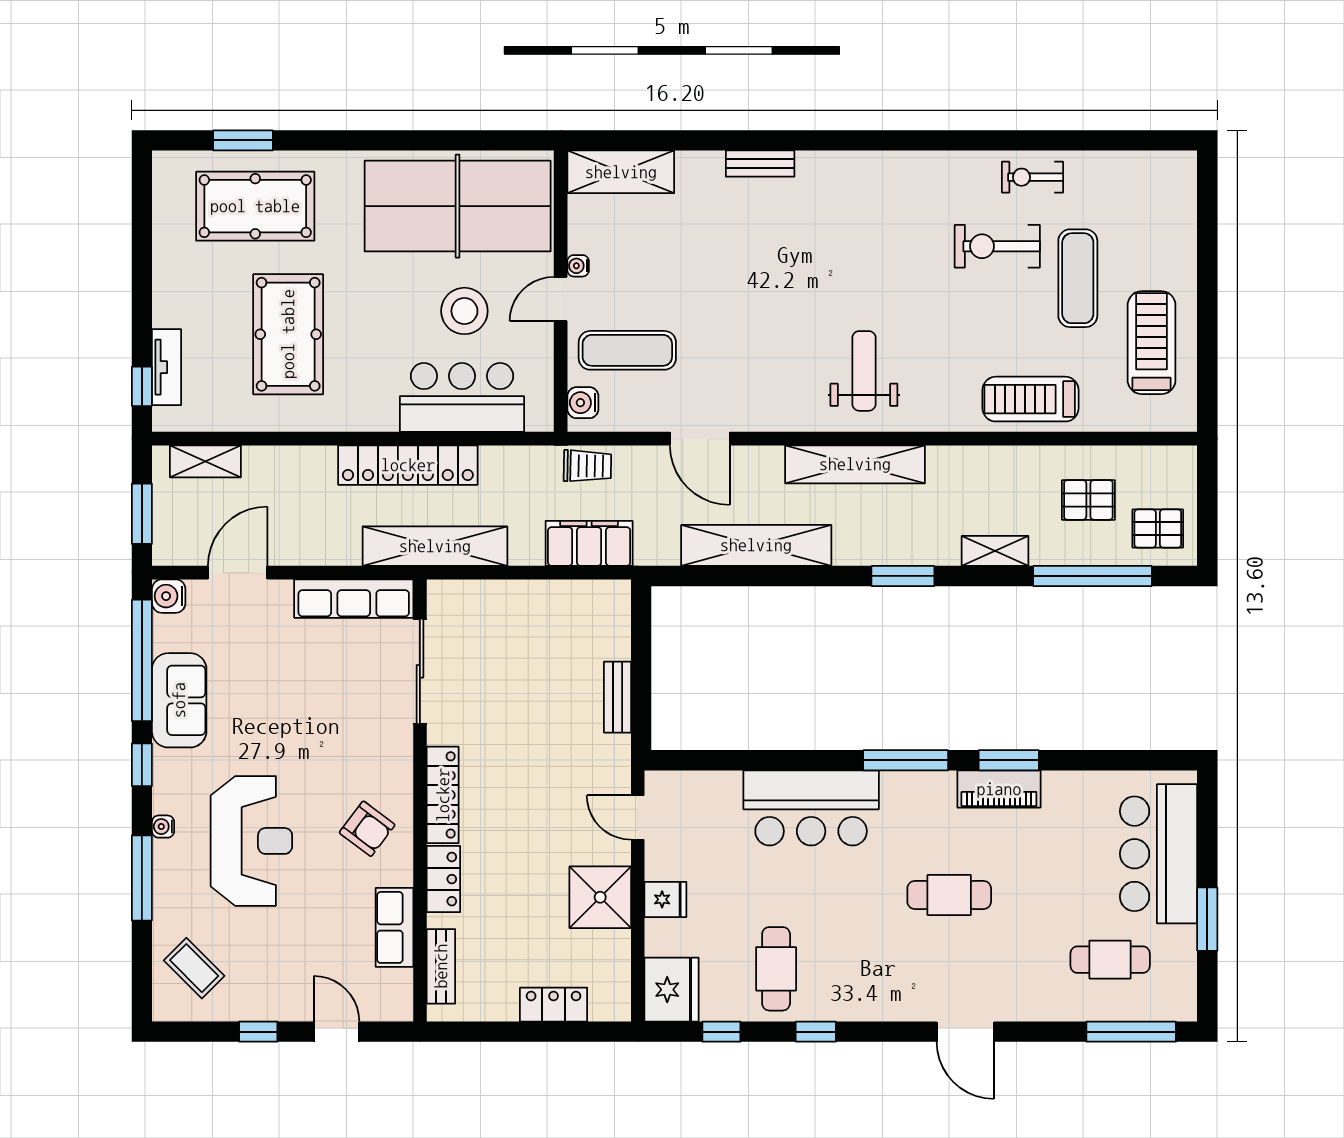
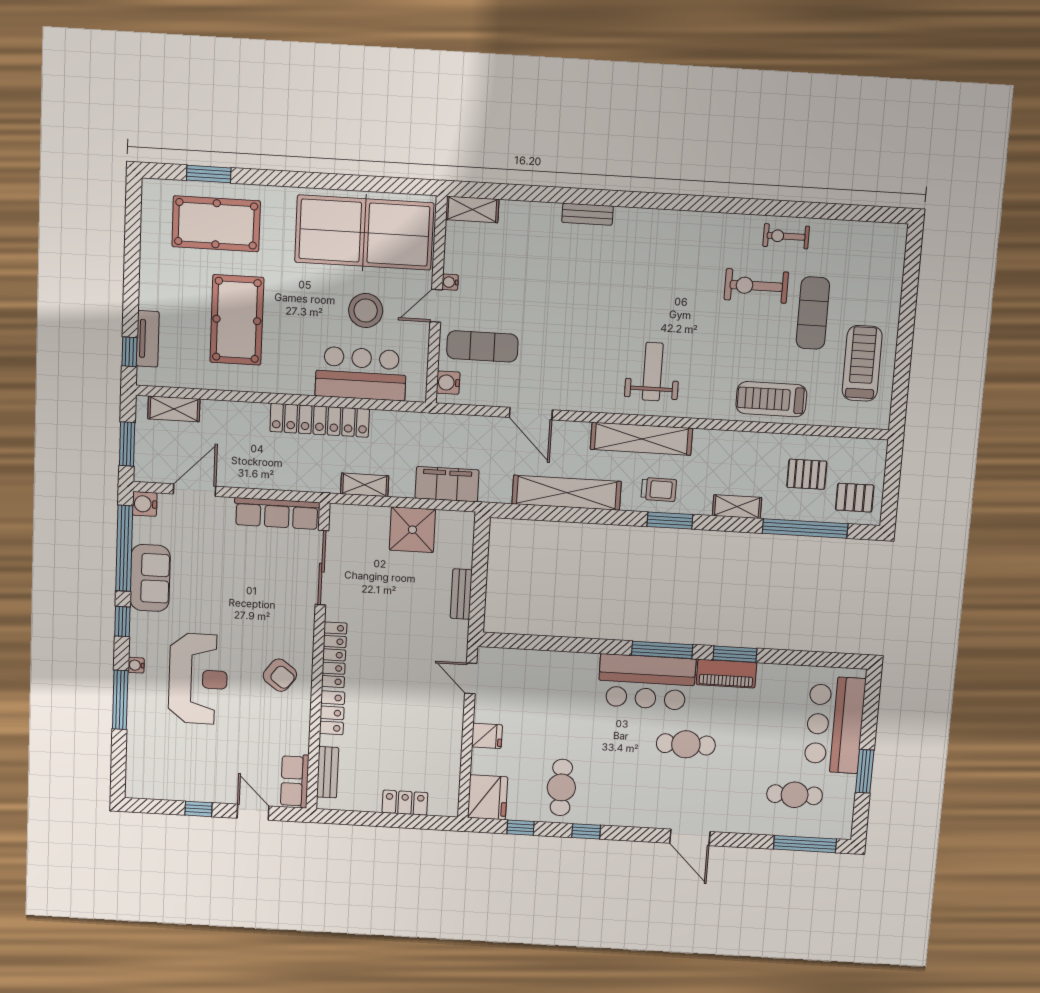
shelving: (621, 172) -> (472, 209), width x0.67, depth x0.75
trolley: (587, 466) -> (659, 489), moved
shelving: (435, 546) -> (365, 485), width x0.45, depth x0.75
bar counter: (811, 808) -> (647, 682), moved
shower: (600, 897) -> (412, 530), moved
row of seats: (394, 927) -> (295, 781), moved
coffee table: (194, 968) -> (155, 763), removed

